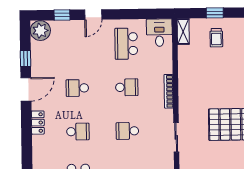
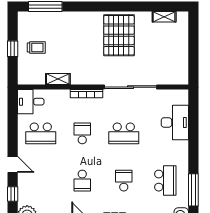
shelving: (183, 31) -> (58, 79), moved
school desk: (127, 131) -> (124, 133), width x1.85
sliding door: (176, 137) -> (131, 87), width x1.86

